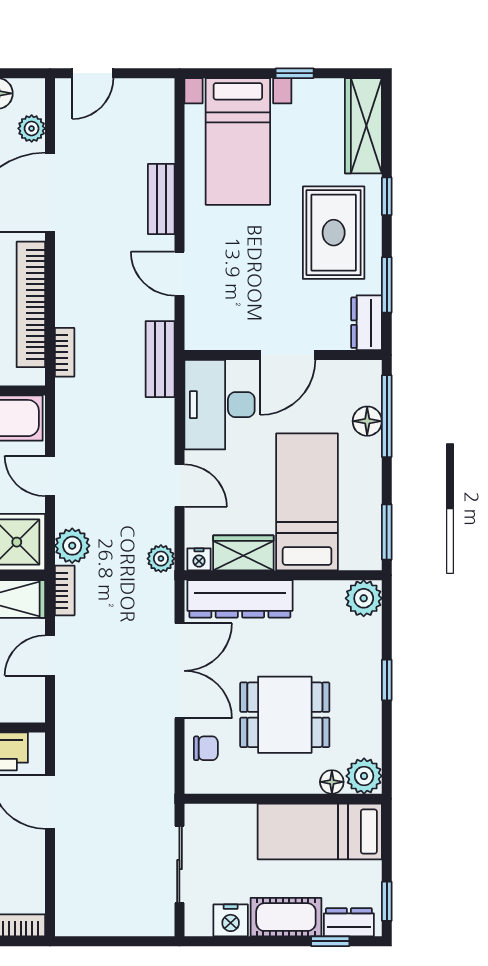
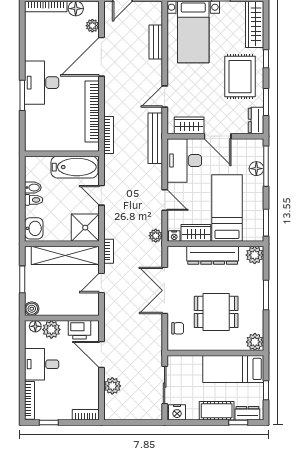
bench: (161, 199) -> (156, 42), moved
door: (179, 274) -> (165, 97), hinge flipped
wardrobe: (230, 333) -> (189, 125), added
bookcase: (65, 352) -> (109, 135), width x1.56
door: (288, 355) -> (218, 136), hinge flipped
bench: (160, 359) -> (155, 138), width x1.36
plant: (72, 546) -> (112, 386), moved
dresser: (240, 599) -> (213, 255), moved
double door: (179, 671) -> (165, 290), swing flipped
window: (387, 680) -> (266, 295), width x1.50
floor lamp: (332, 782) -> (239, 345), removed
window: (387, 901) -> (266, 390), moved
nightstand: (231, 920) -> (177, 412), moved

